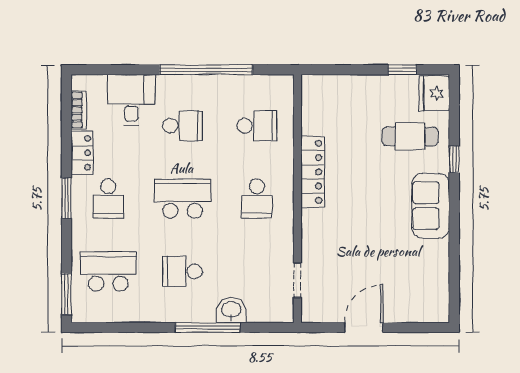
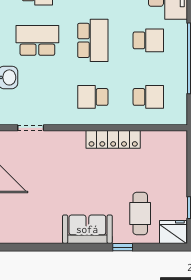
school desk: (183, 126) -> (148, 40), turned -90
school desk: (257, 126) -> (148, 97), turned -90
school desk: (183, 271) -> (37, 40), width x1.85

